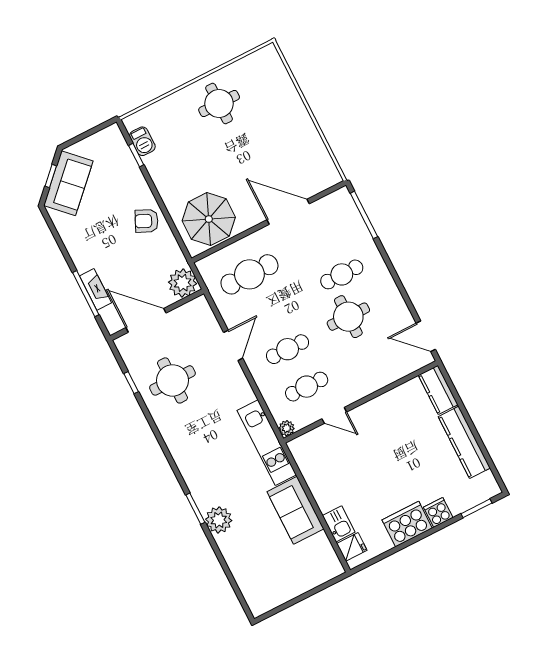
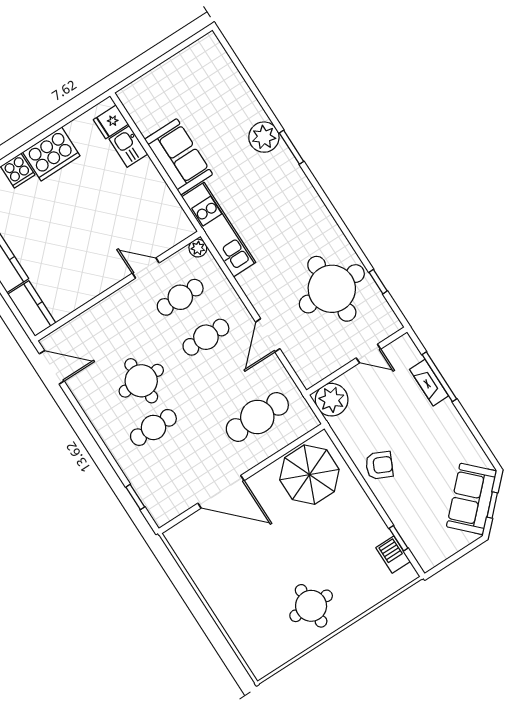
window: (364, 215) -> (135, 497), width x0.46
door: (146, 320) -> (368, 354), width x0.53
round table: (172, 380) -> (332, 289), width x1.36, depth x1.36

